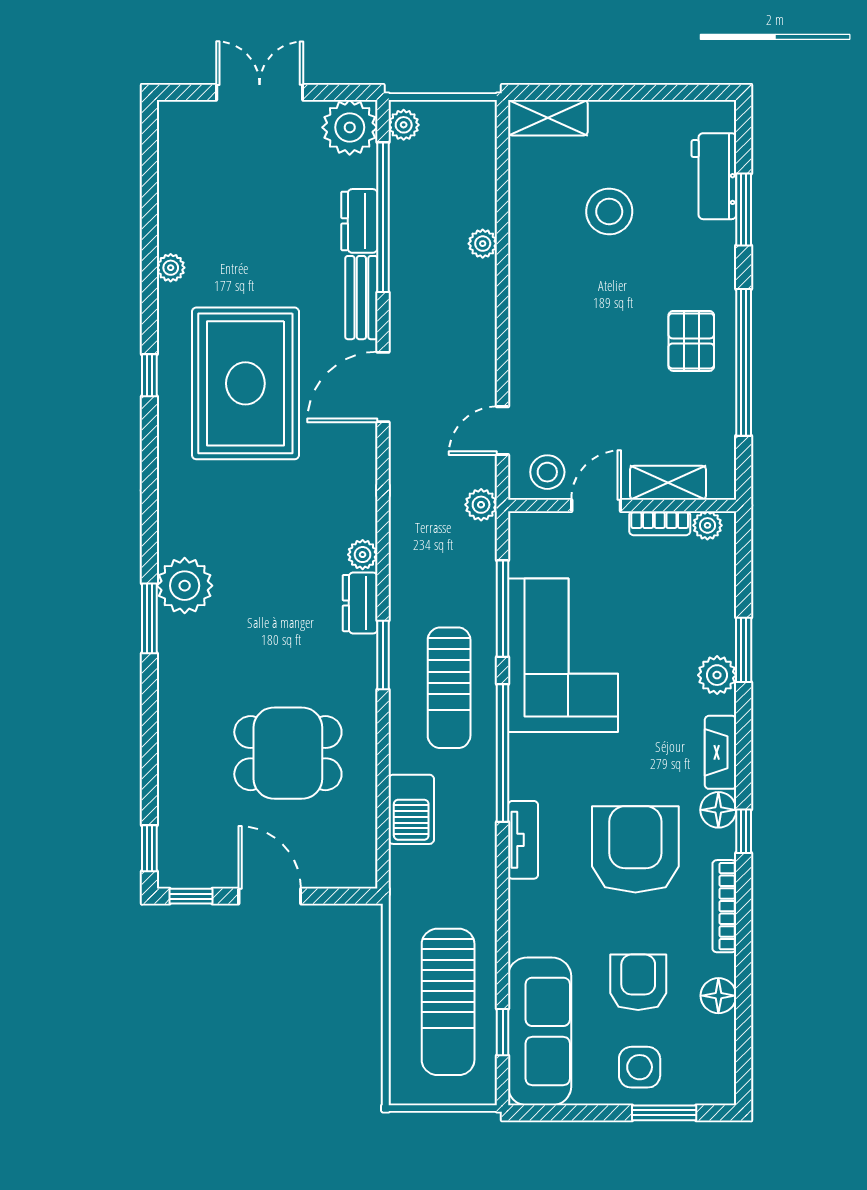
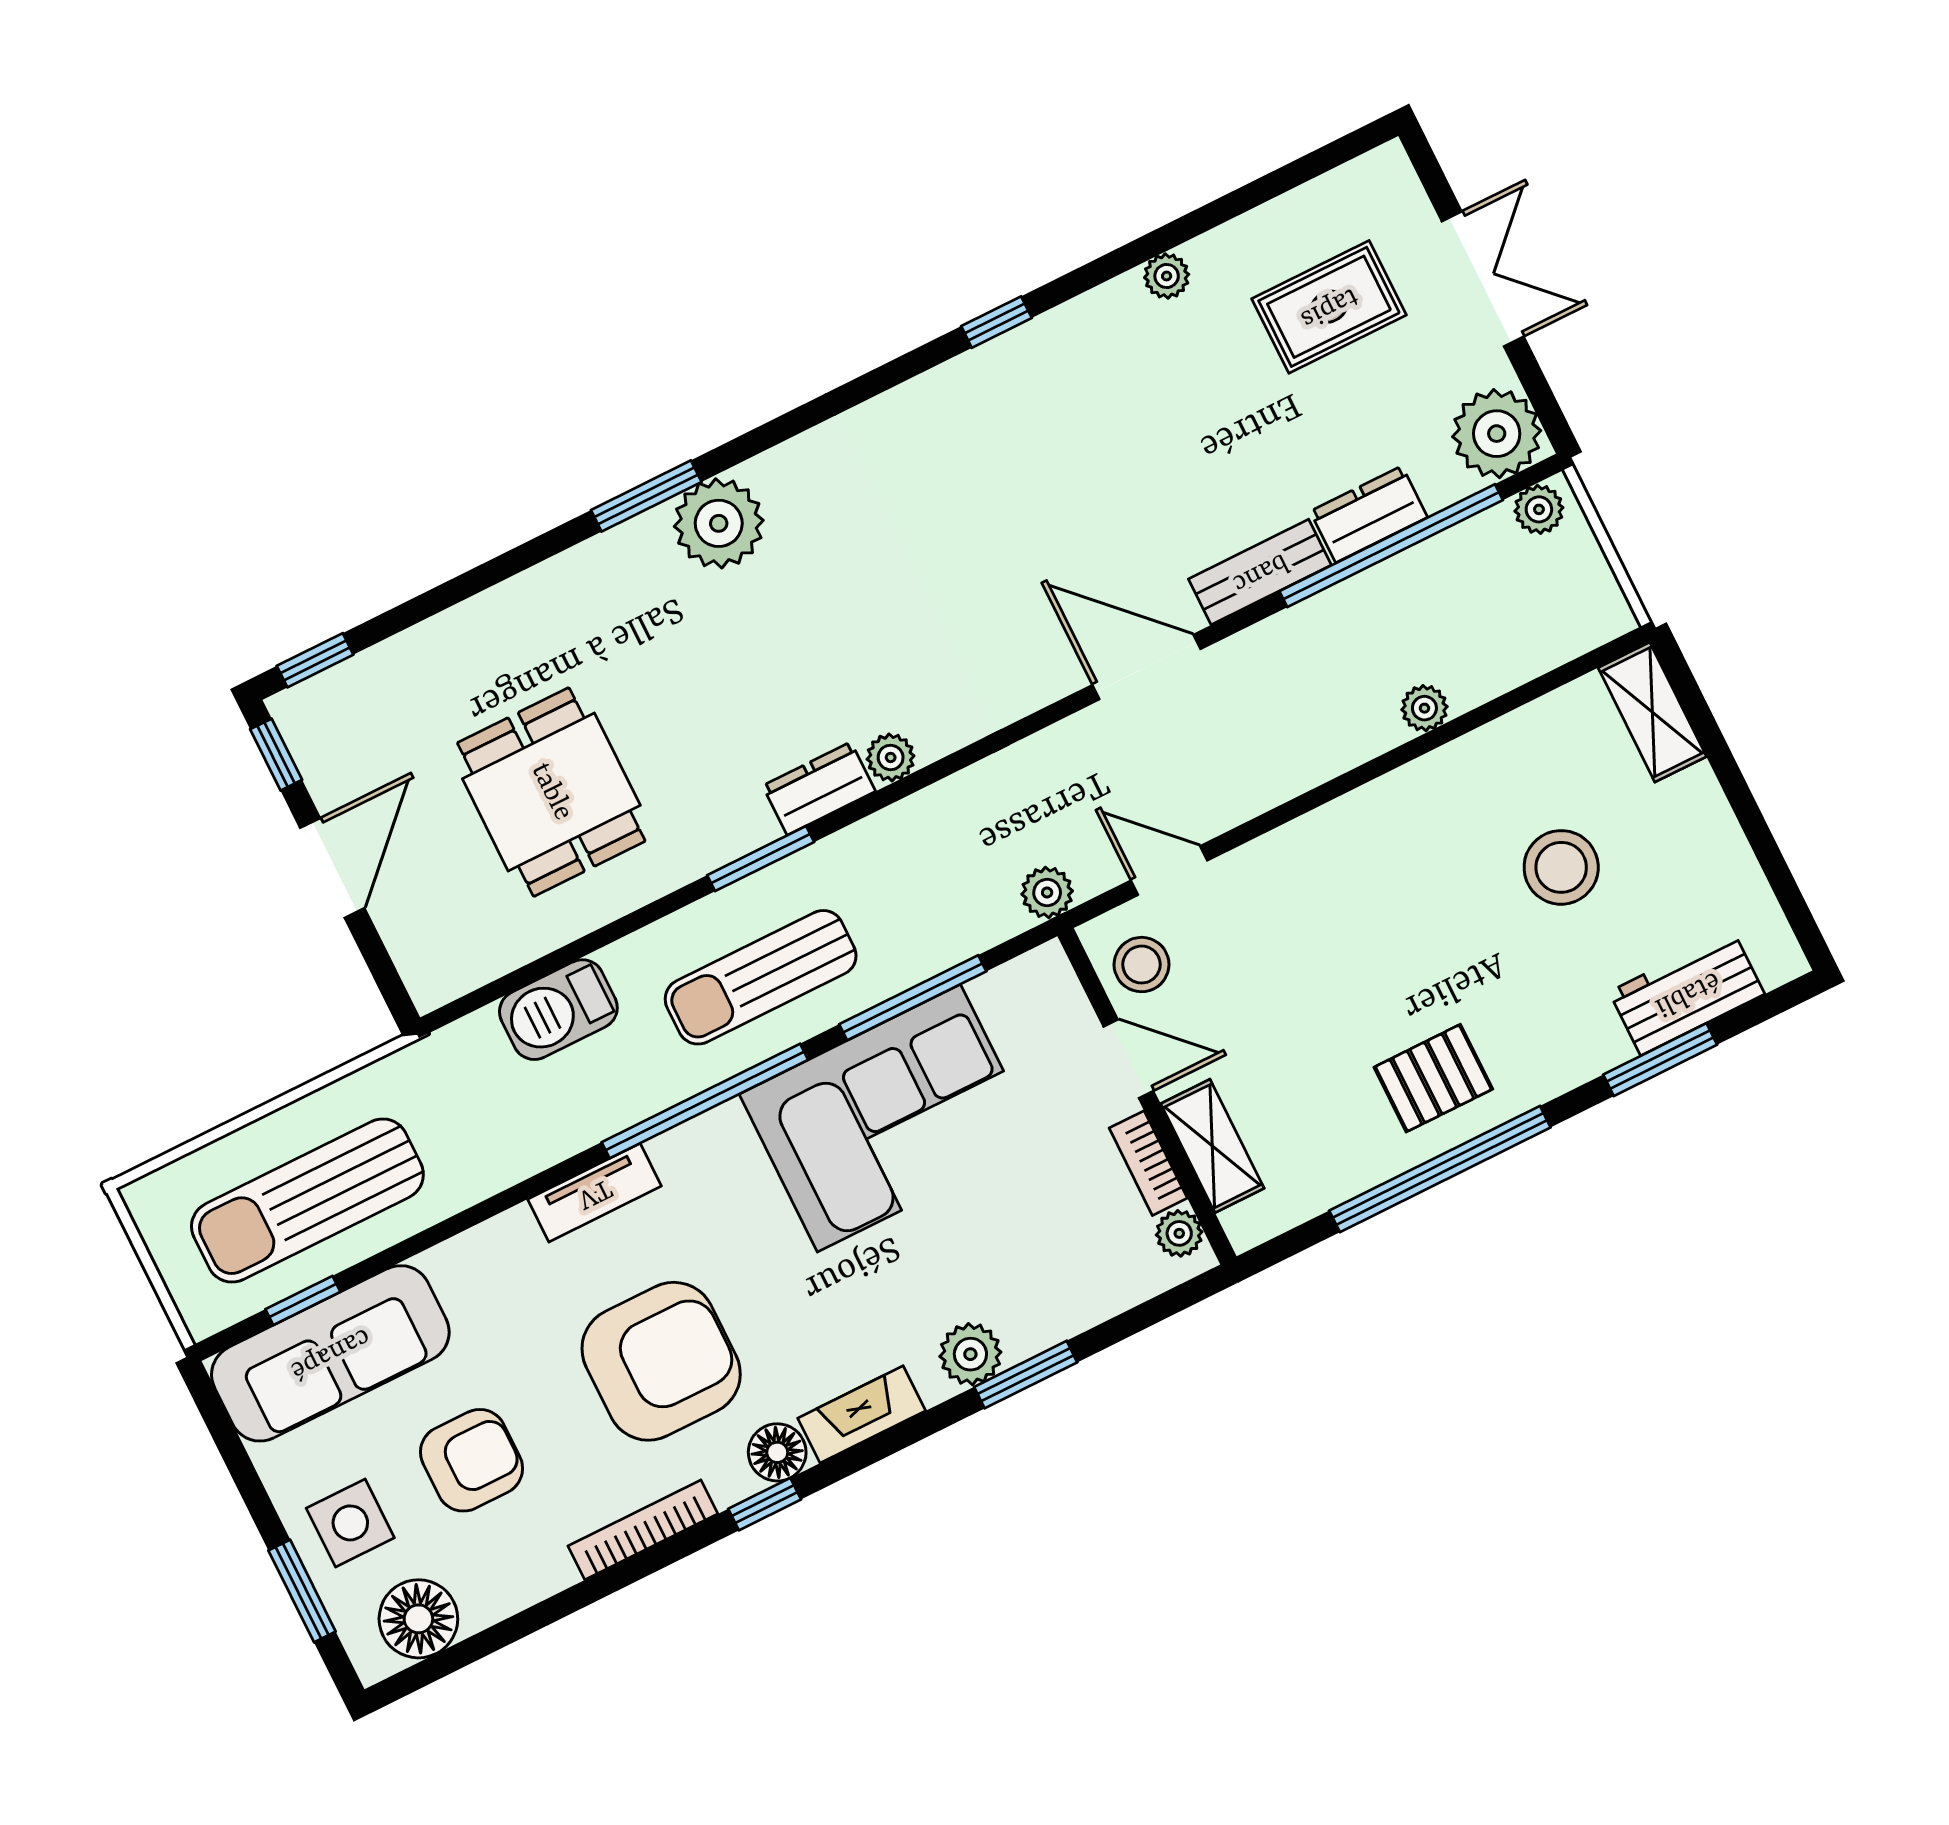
rug: (245, 383) -> (1329, 307), moved, width x0.54, depth x0.49
floor lamp: (718, 996) -> (418, 1619), moved, width x1.38, depth x1.38

